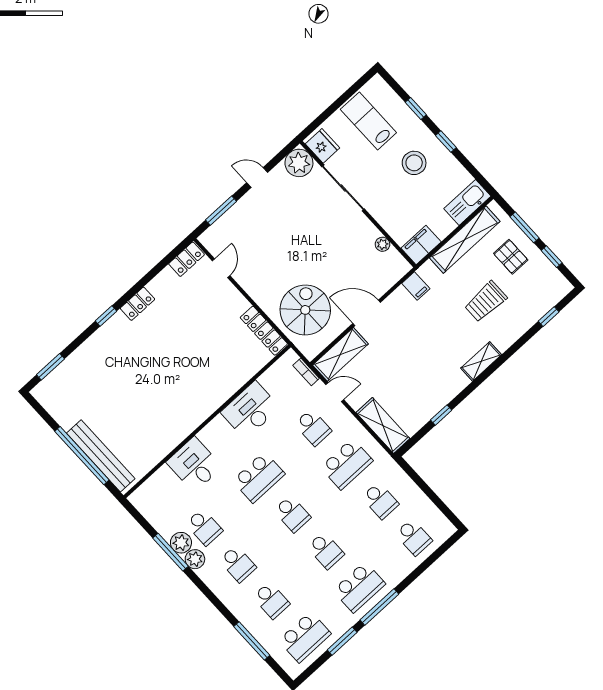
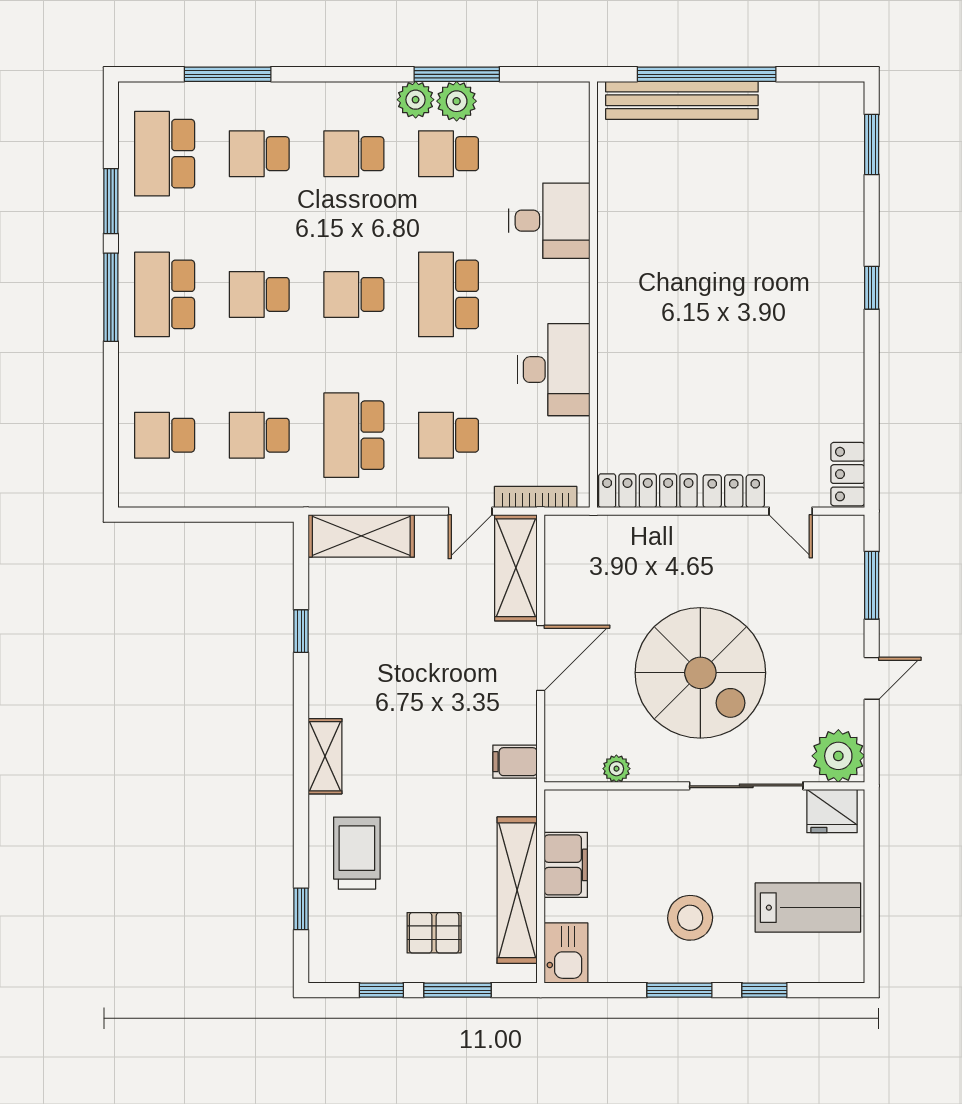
window: (446, 141) -> (679, 990), width x1.50
kitchen sink: (467, 202) -> (566, 953), width x0.73
filing cabinet: (421, 245) -> (566, 865), moved
trolley: (486, 302) -> (357, 853), moved
locker: (137, 304) -> (734, 491), moved, turned 90
spiral stairs: (305, 310) -> (700, 673), moved, width x1.37, depth x1.37
bookcase: (306, 372) -> (536, 497), width x1.56

